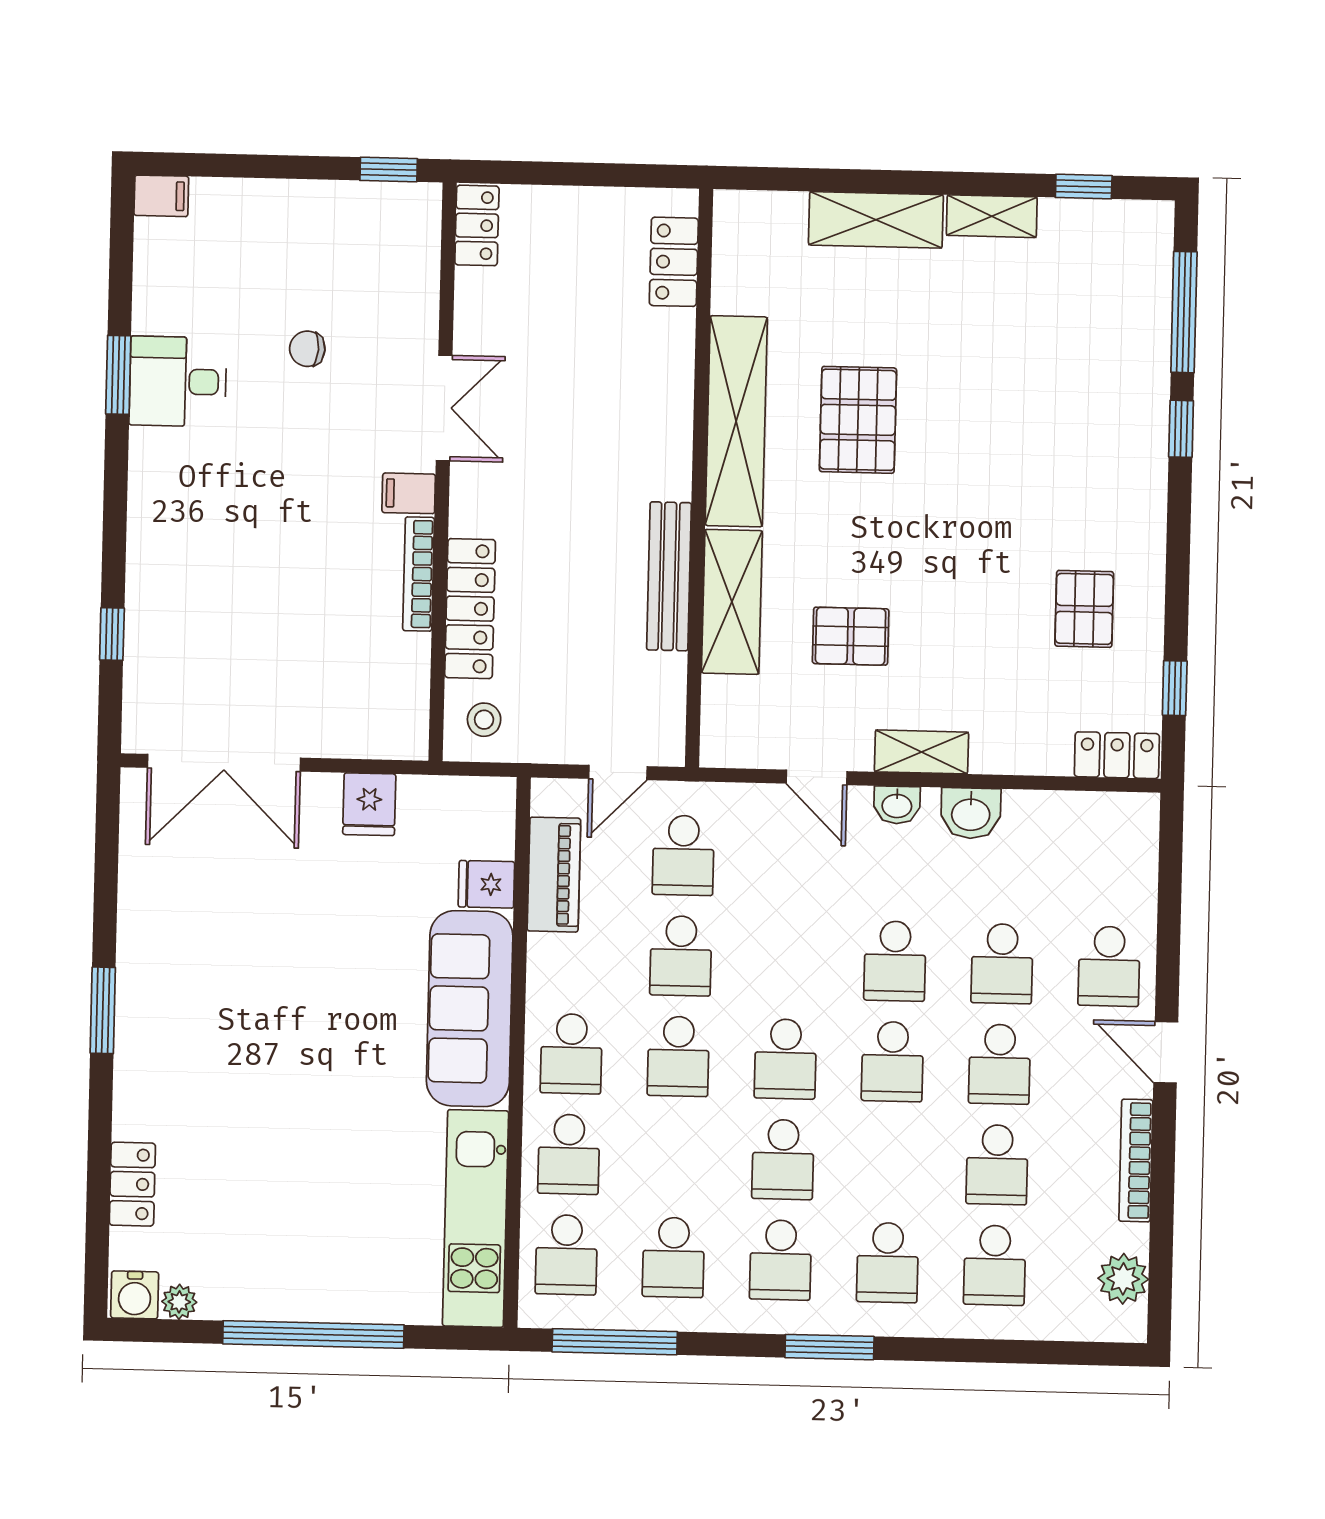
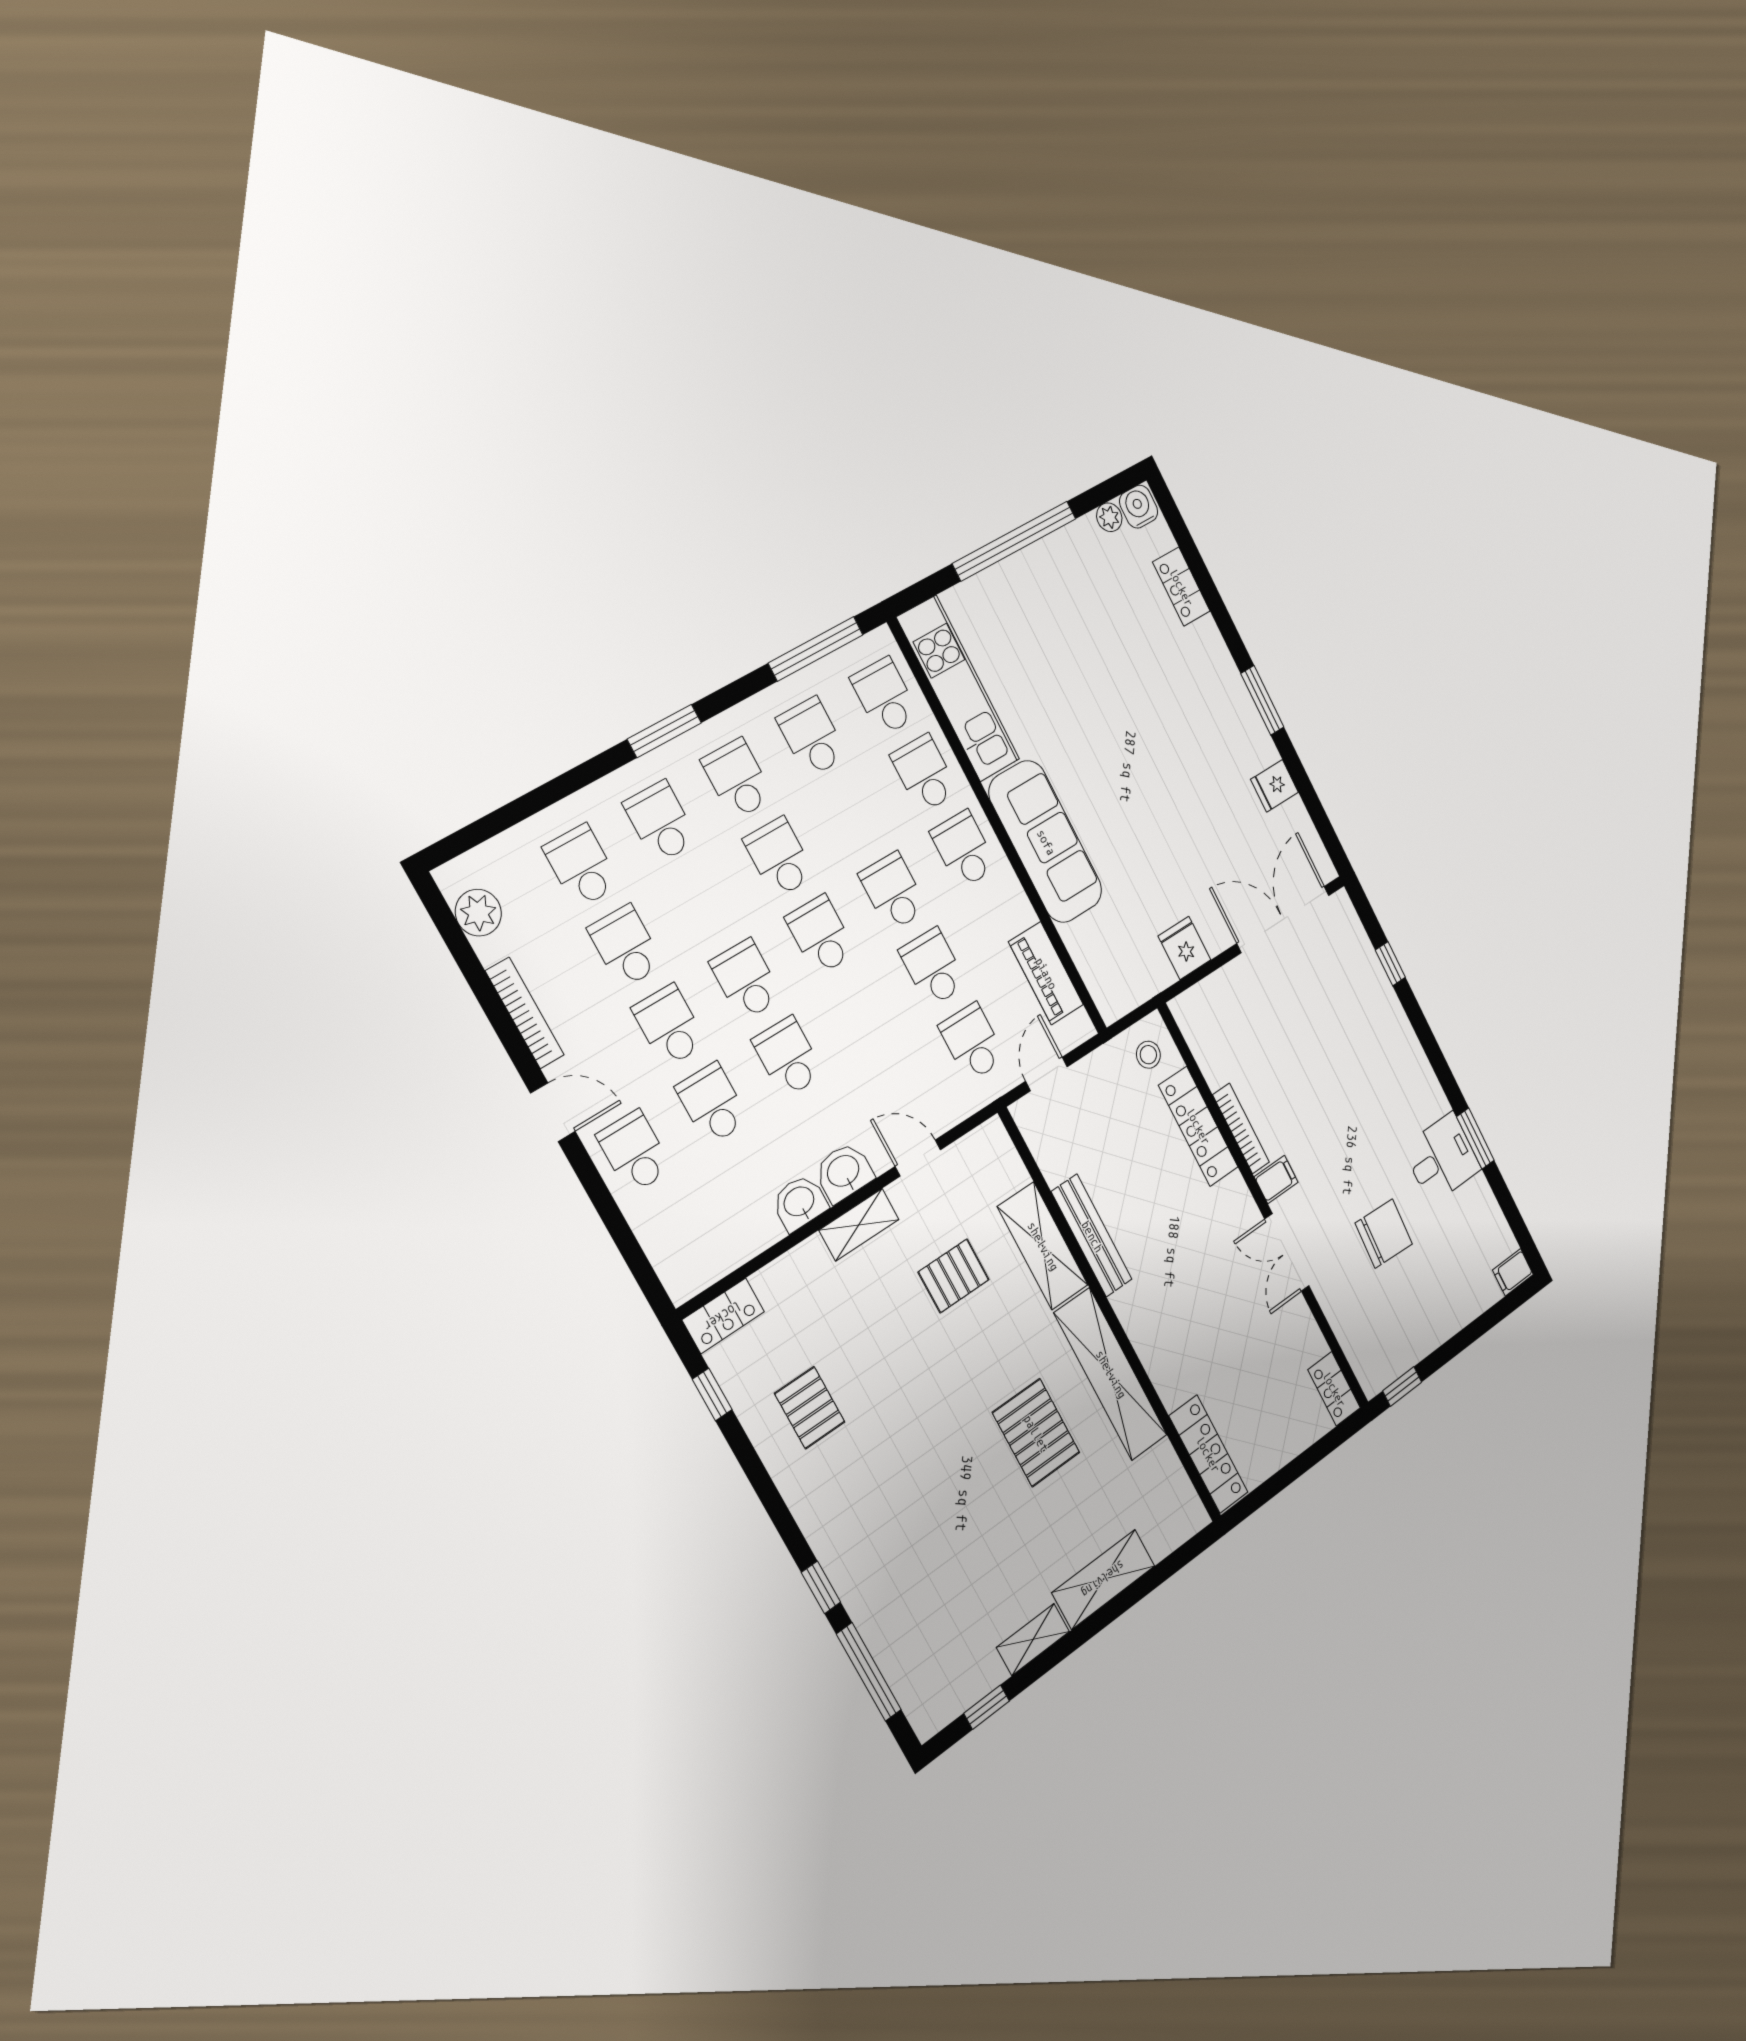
locker: (674, 262) -> (1208, 1454), width x1.53
chair: (307, 349) -> (1384, 1234), width x1.87, depth x1.87
washbasin: (897, 805) -> (844, 1172), width x1.38, depth x1.45
fridge: (486, 884) -> (1275, 786), moved, turned 180

